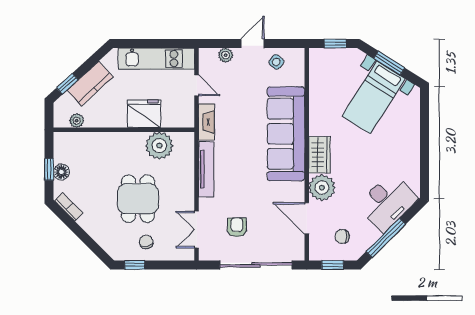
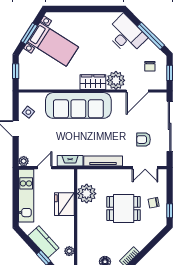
plant: (226, 55) -> (24, 161), moved

